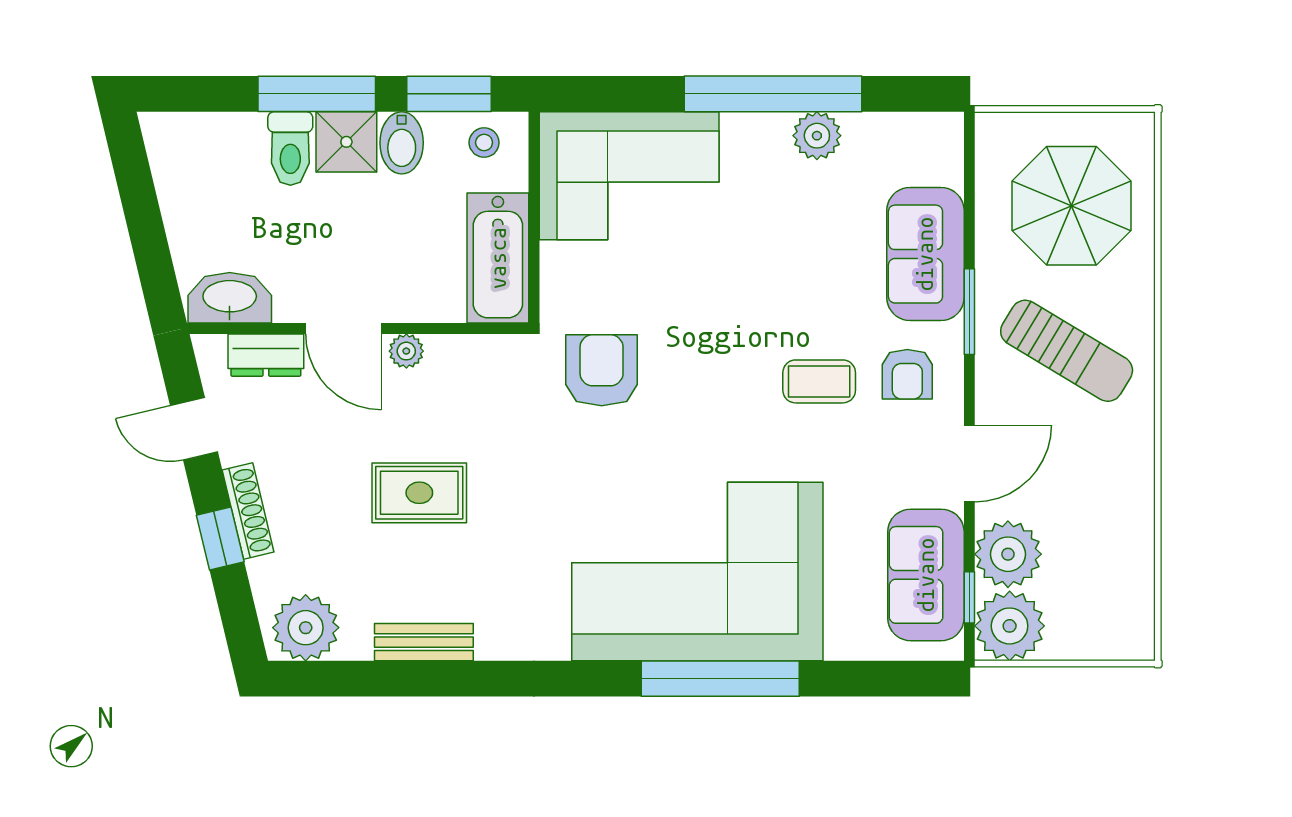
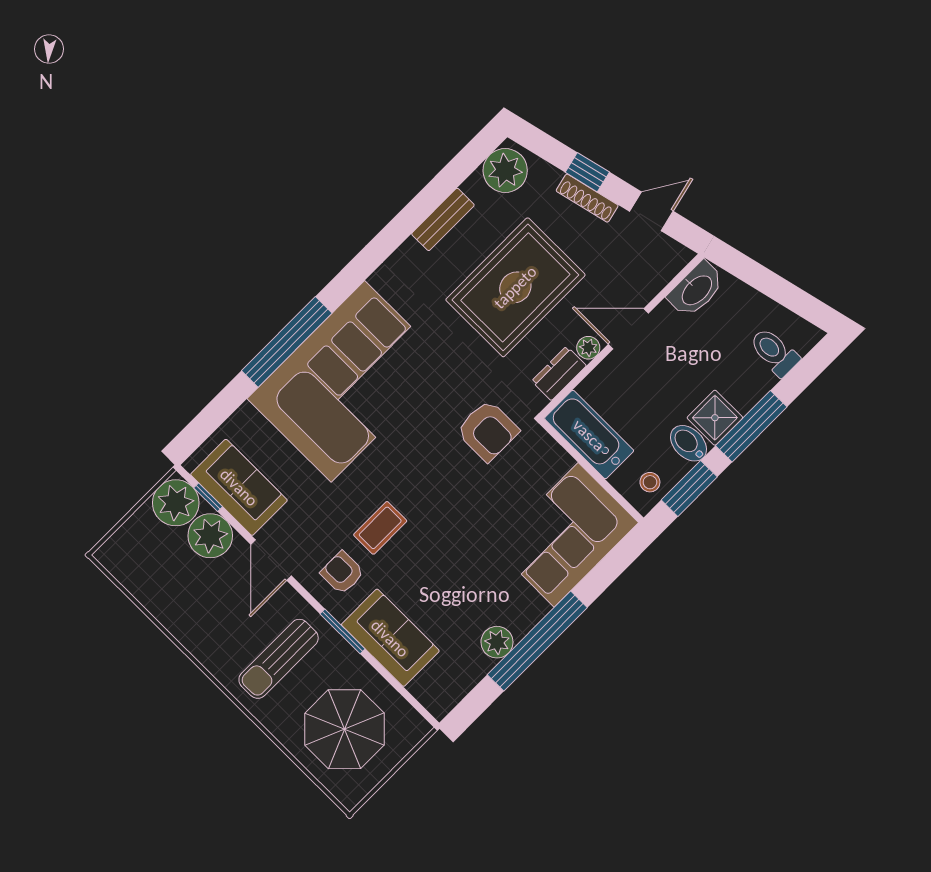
toilet: (290, 148) -> (774, 352), moved
sun lounger: (1067, 351) -> (279, 659), turned -31
dresser: (266, 355) -> (559, 373), moved
rug: (419, 493) -> (515, 287), width x1.86, depth x2.06

